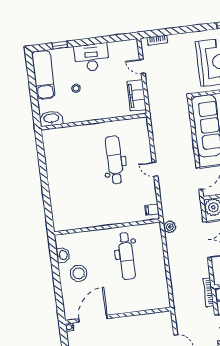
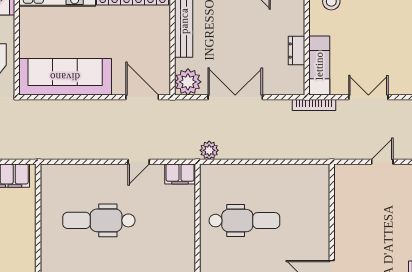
door: (155, 169) -> (139, 162), moved
filing cabinet: (152, 210) -> (180, 174), width x2.00

